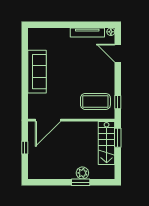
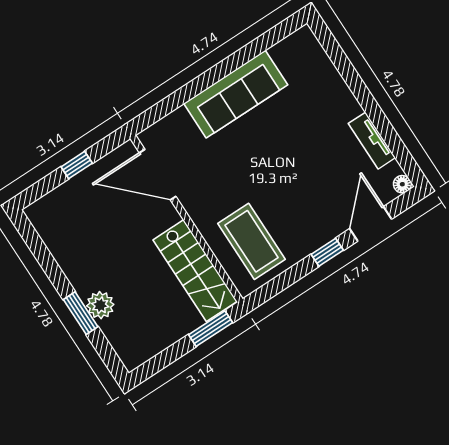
tv unit: (87, 32) -> (372, 141), width x0.71
window: (118, 102) -> (327, 252), moved
stairs: (107, 143) -> (195, 271), moved, turned -90

